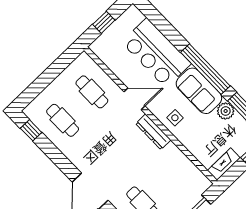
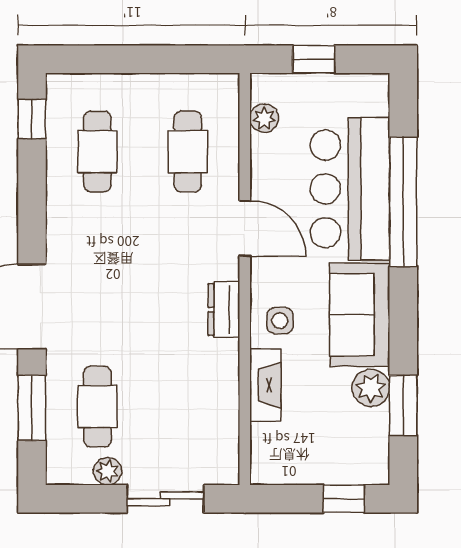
plant: (106, 57) -> (264, 118), added
window: (205, 69) -> (403, 202), moved
dresser: (153, 132) -> (224, 310), width x0.70
fireplace: (224, 164) -> (265, 385), moved, turned 90

